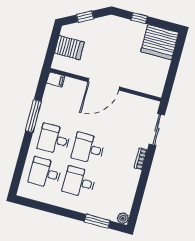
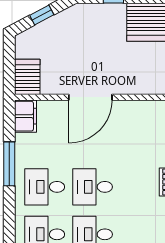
server rack: (69, 48) -> (27, 77), moved, turned -90
filing cabinet: (56, 80) -> (25, 116), width x2.00

